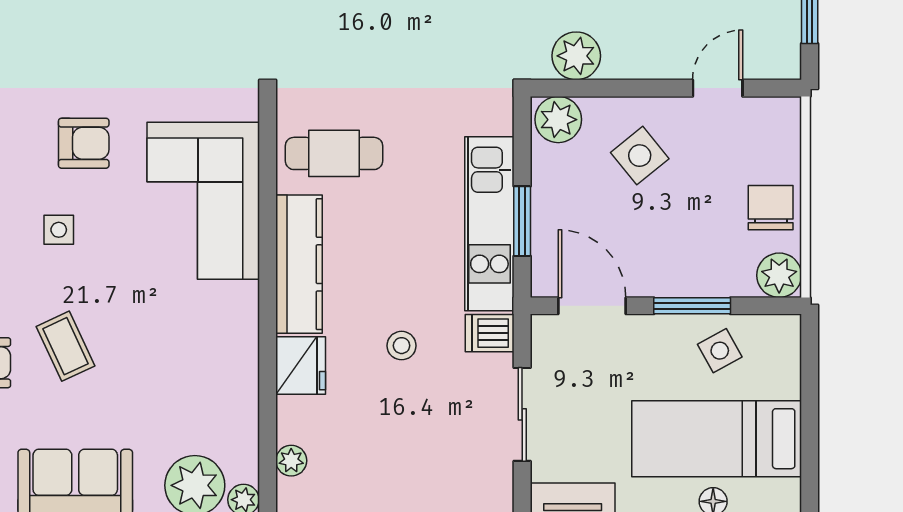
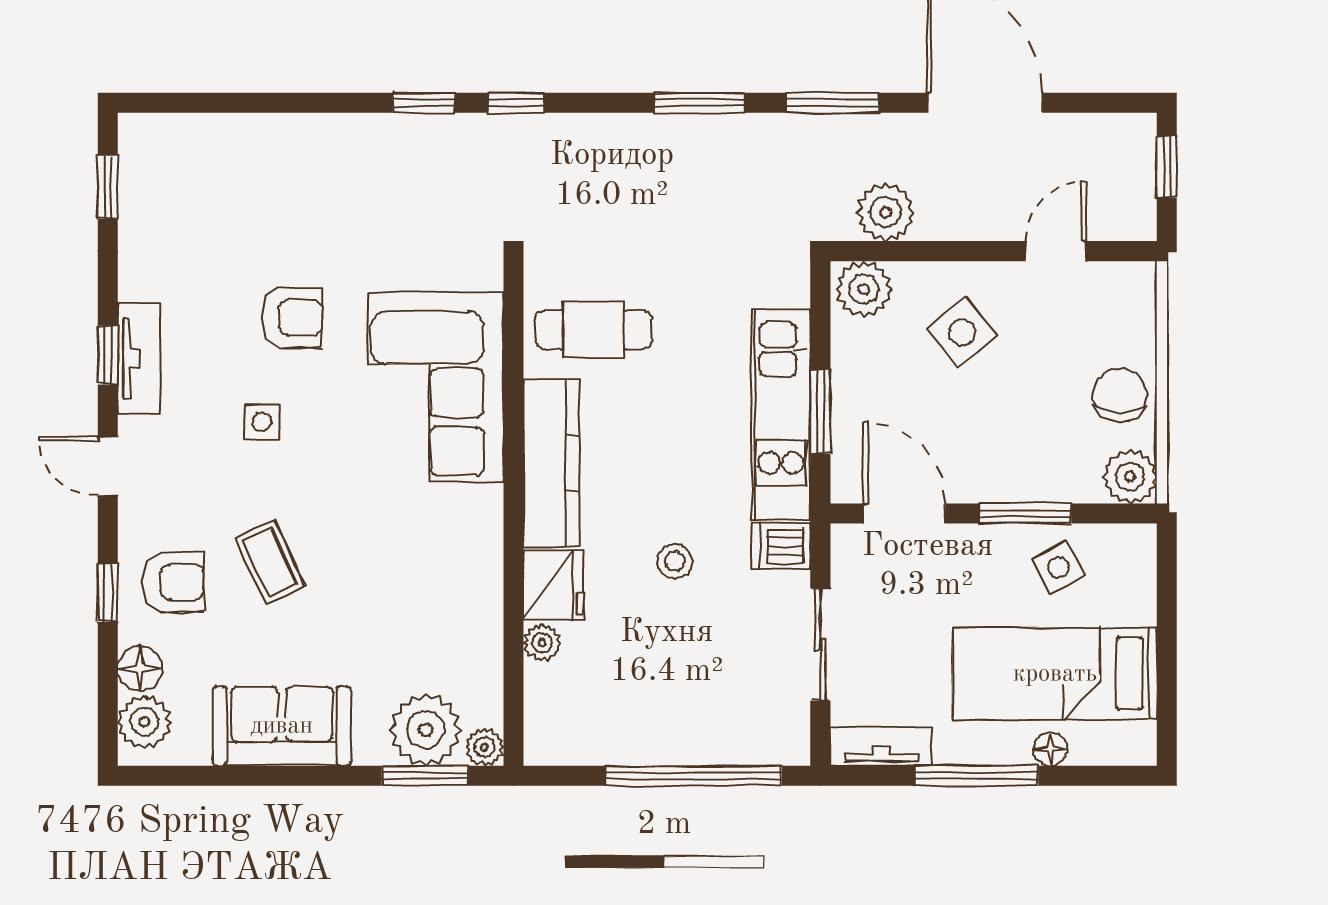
plant: (291, 461) -> (542, 643), moved

